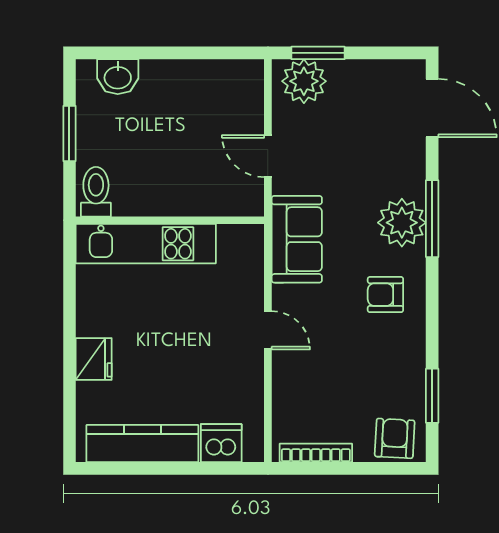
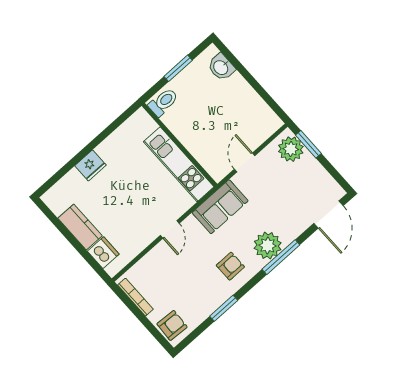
kitchen unit: (146, 244) -> (179, 164), moved
armchair: (385, 295) -> (230, 266), turned 90
window: (432, 396) -> (224, 308), moved
kitchen counter: (142, 444) -> (80, 227), width x0.67

